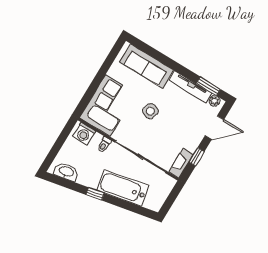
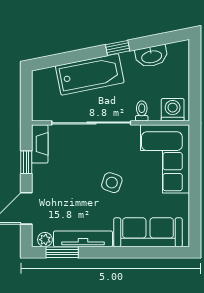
washbasin: (66, 172) -> (152, 56), moved

